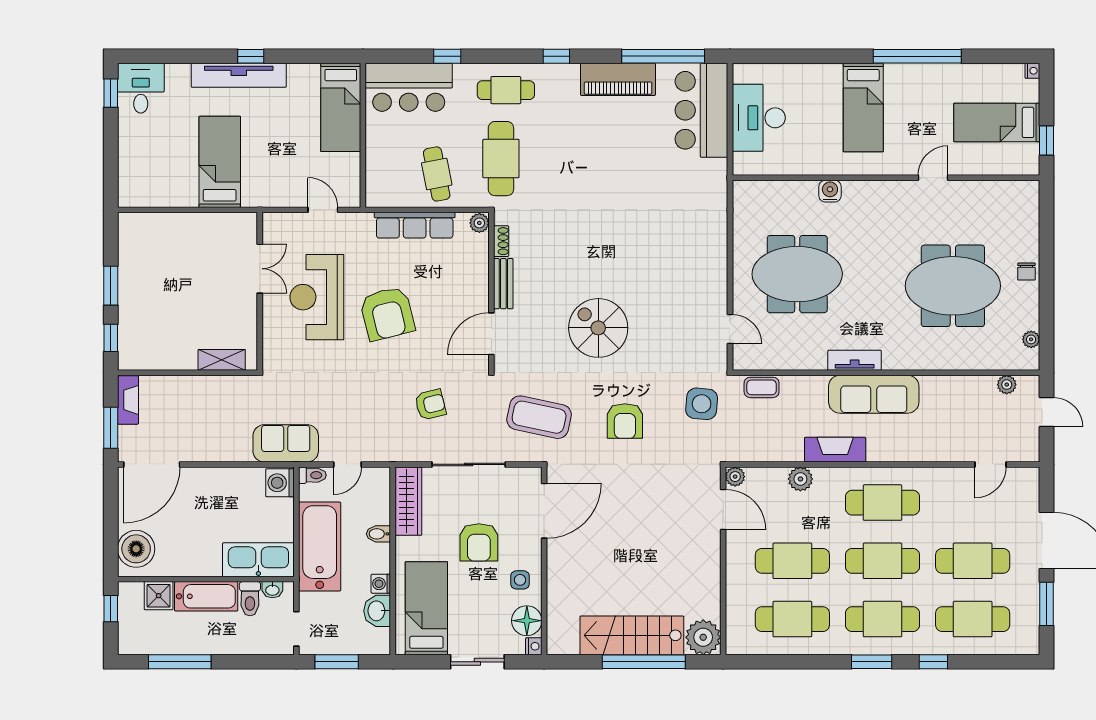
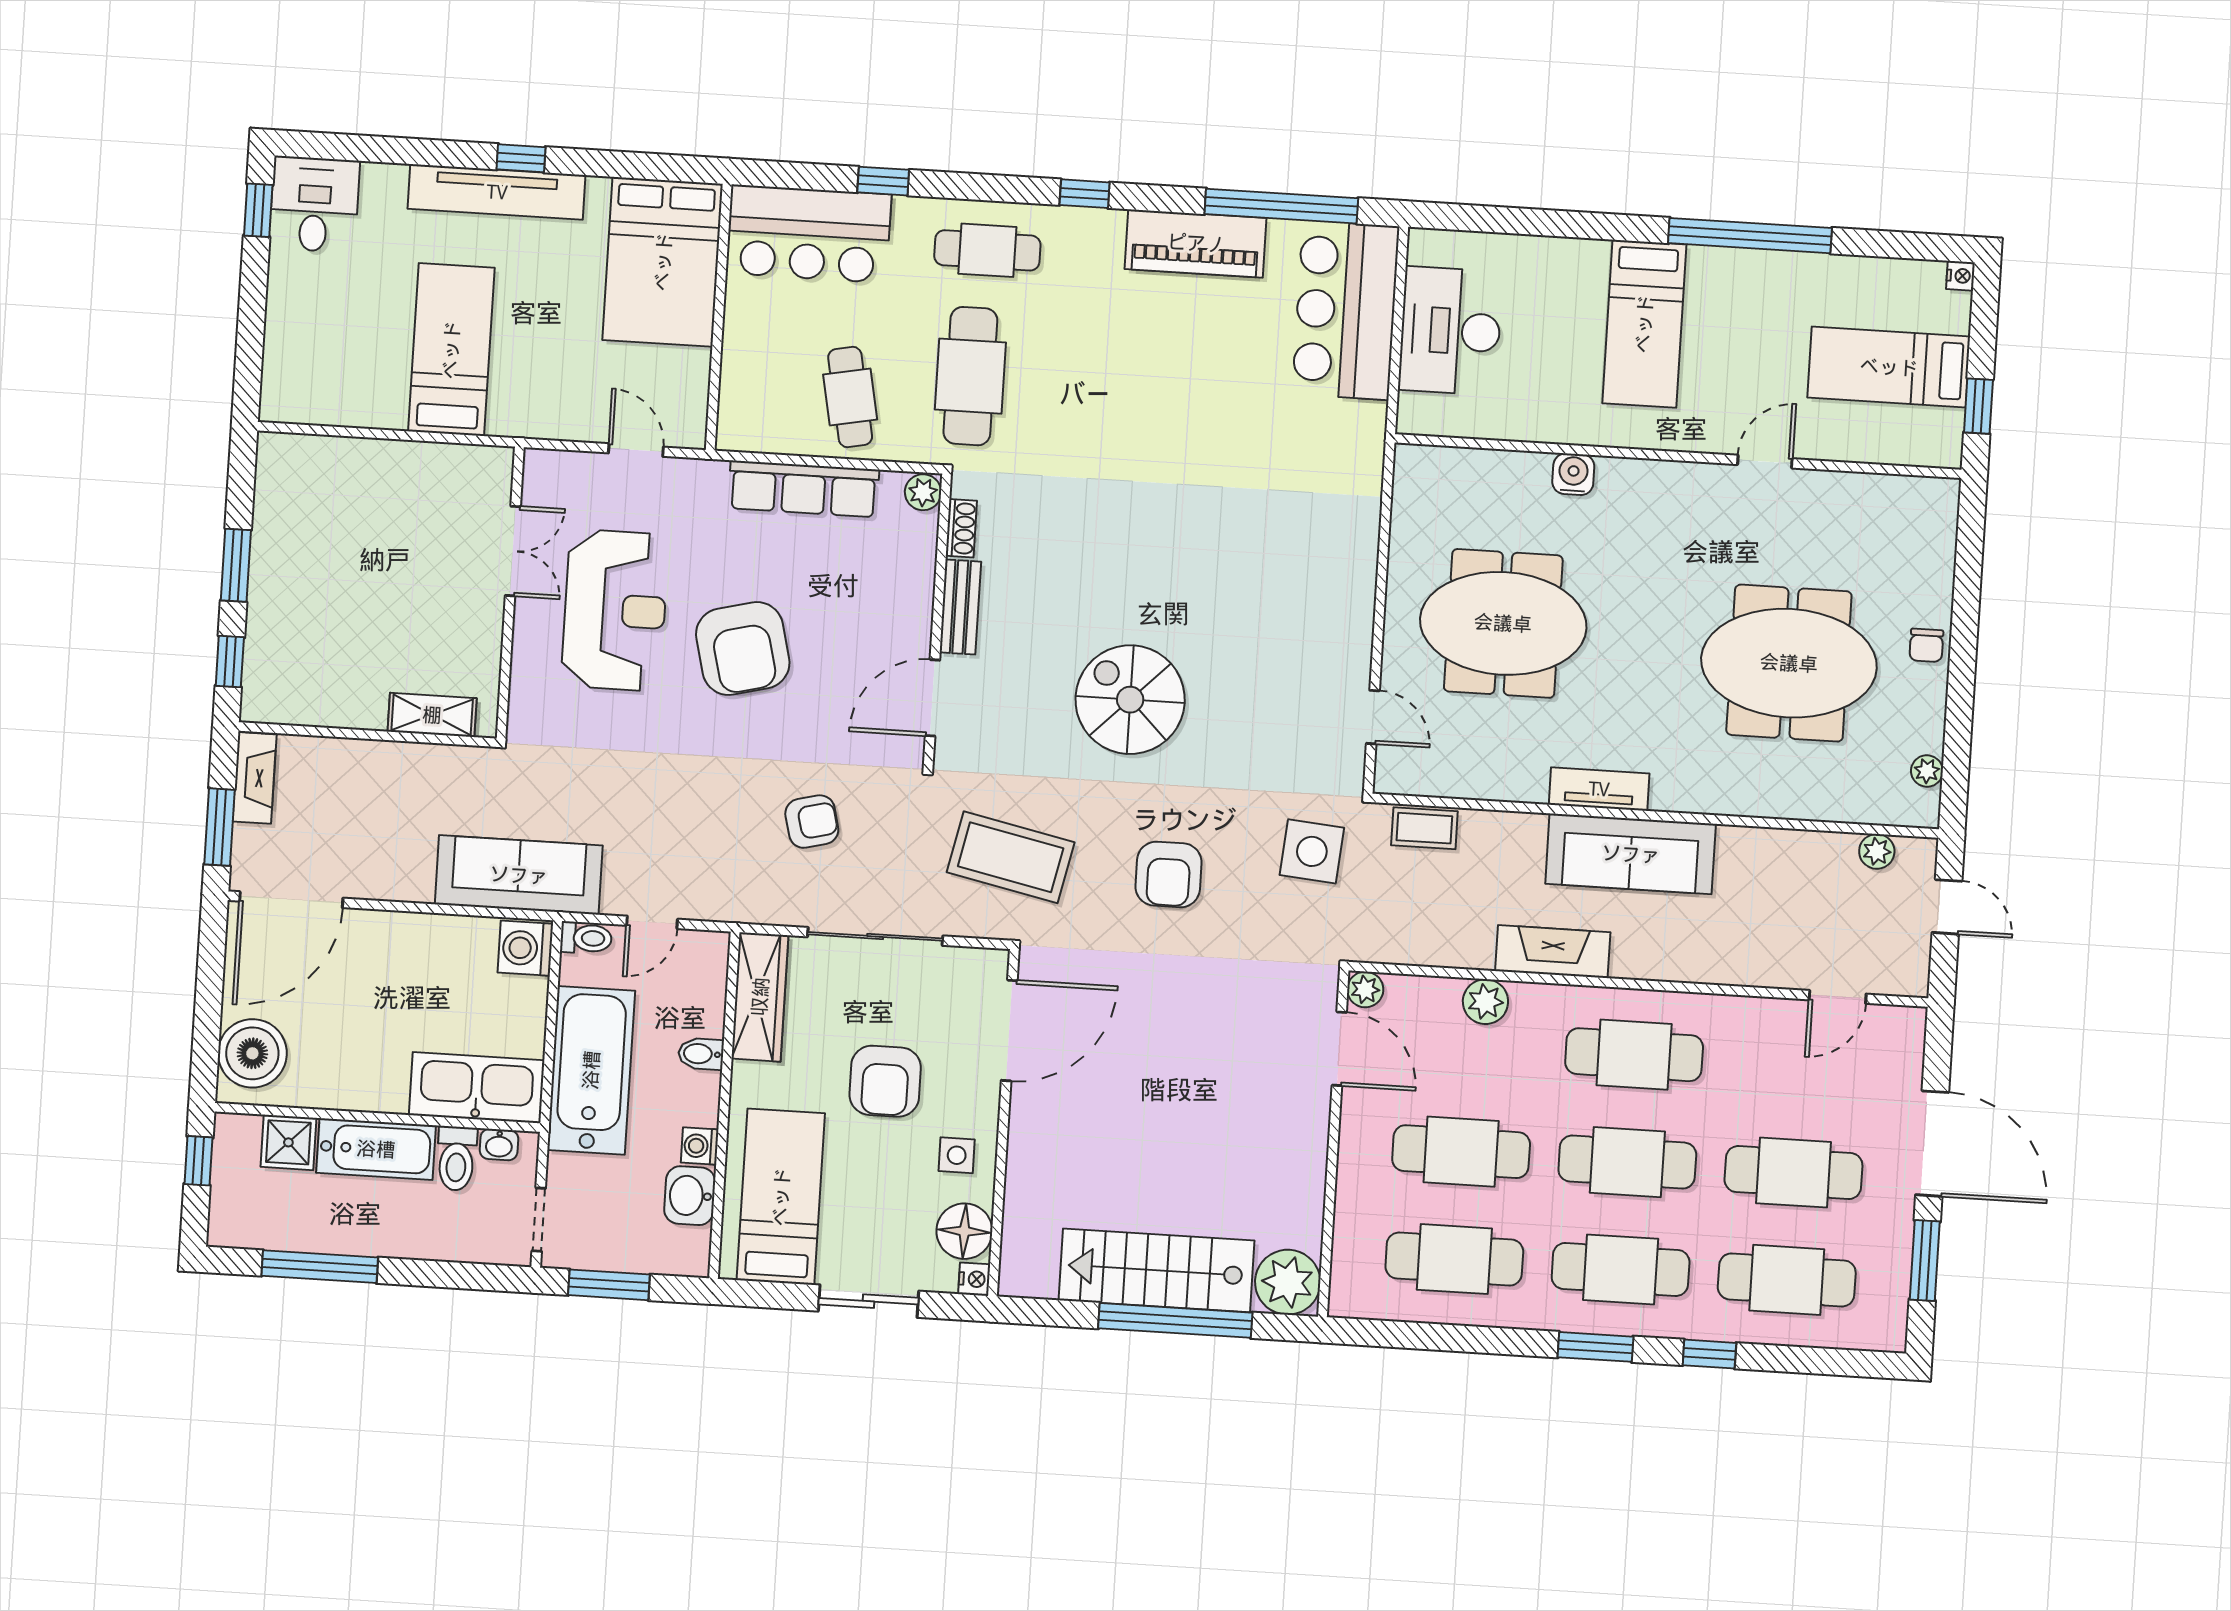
bed: (341, 107) -> (663, 262), width x1.50
reception desk: (317, 297) -> (615, 610), turned 180
sofa: (286, 443) -> (519, 875), width x1.36

